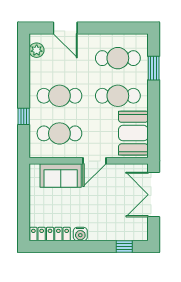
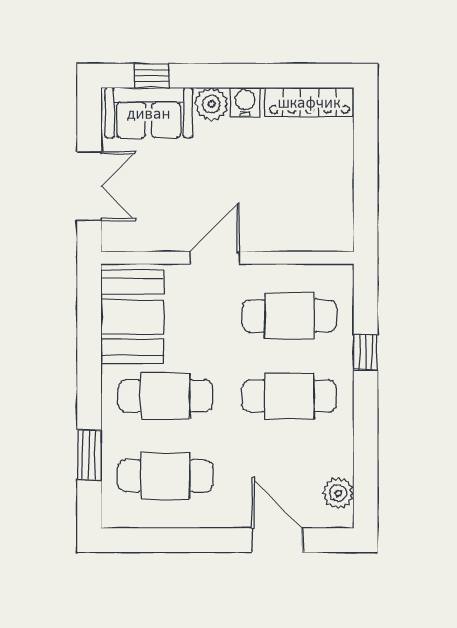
sofa: (61, 175) -> (149, 113), moved, turned 180
double door: (154, 195) -> (89, 186), width x0.73
plant: (96, 233) -> (211, 104), added

